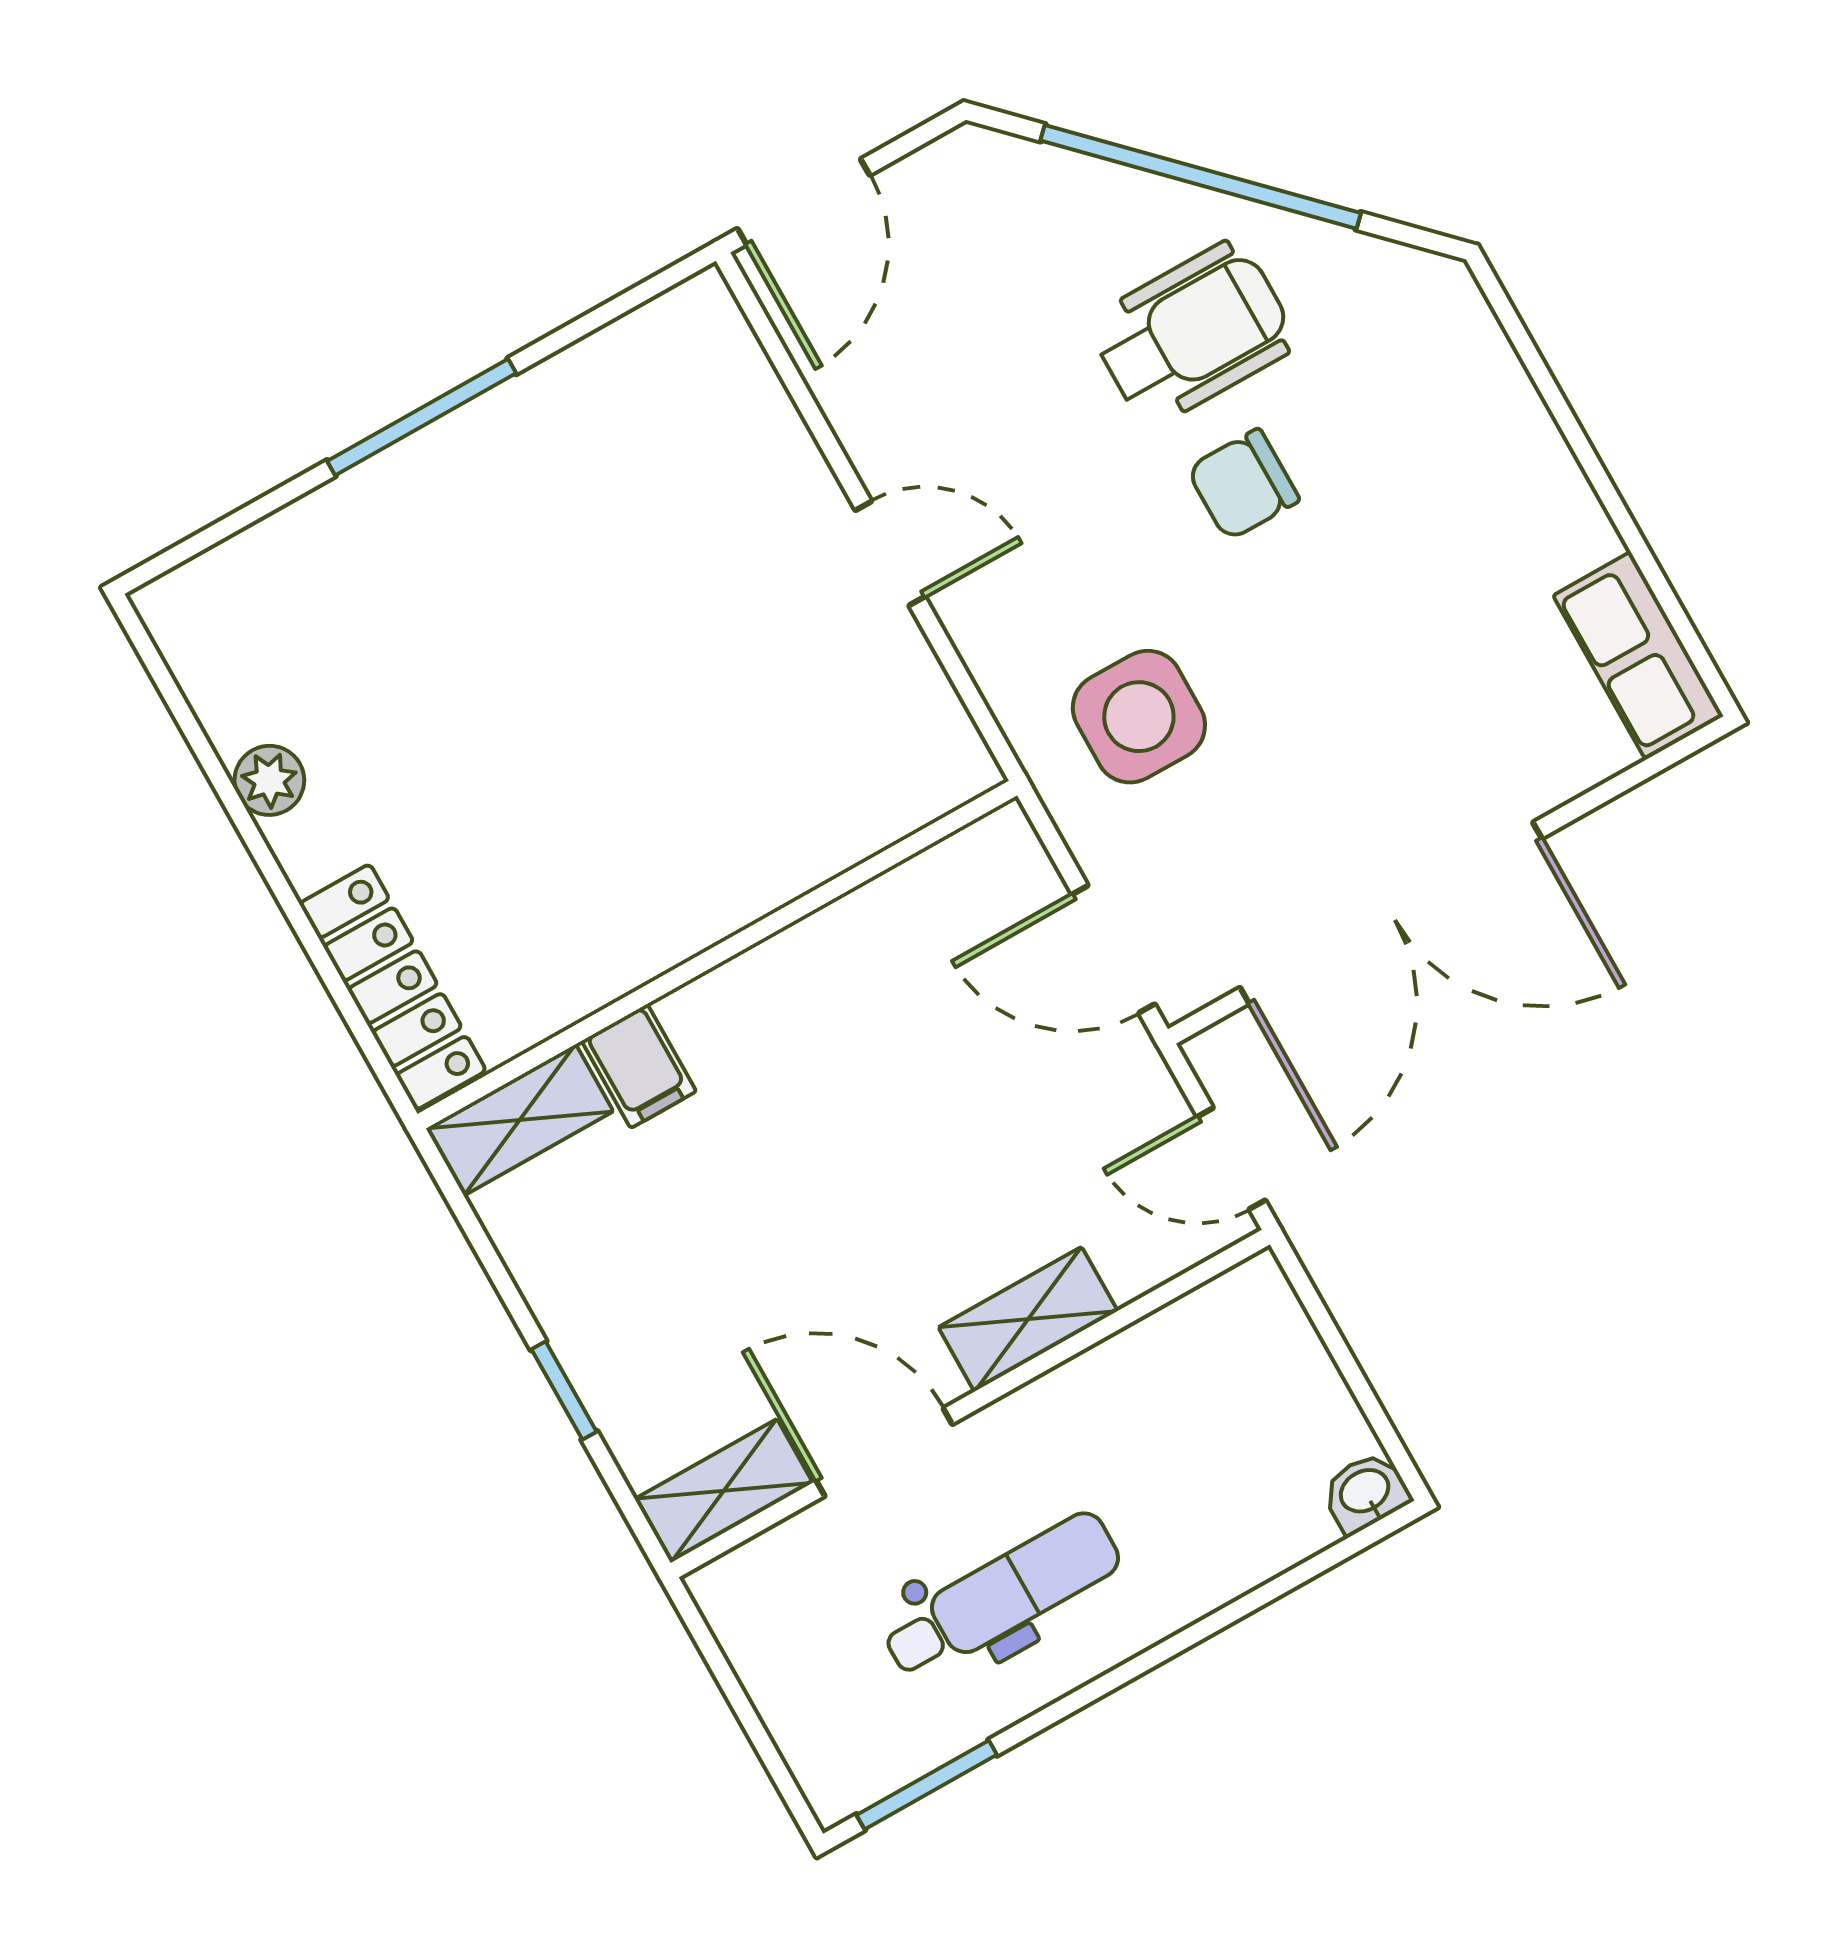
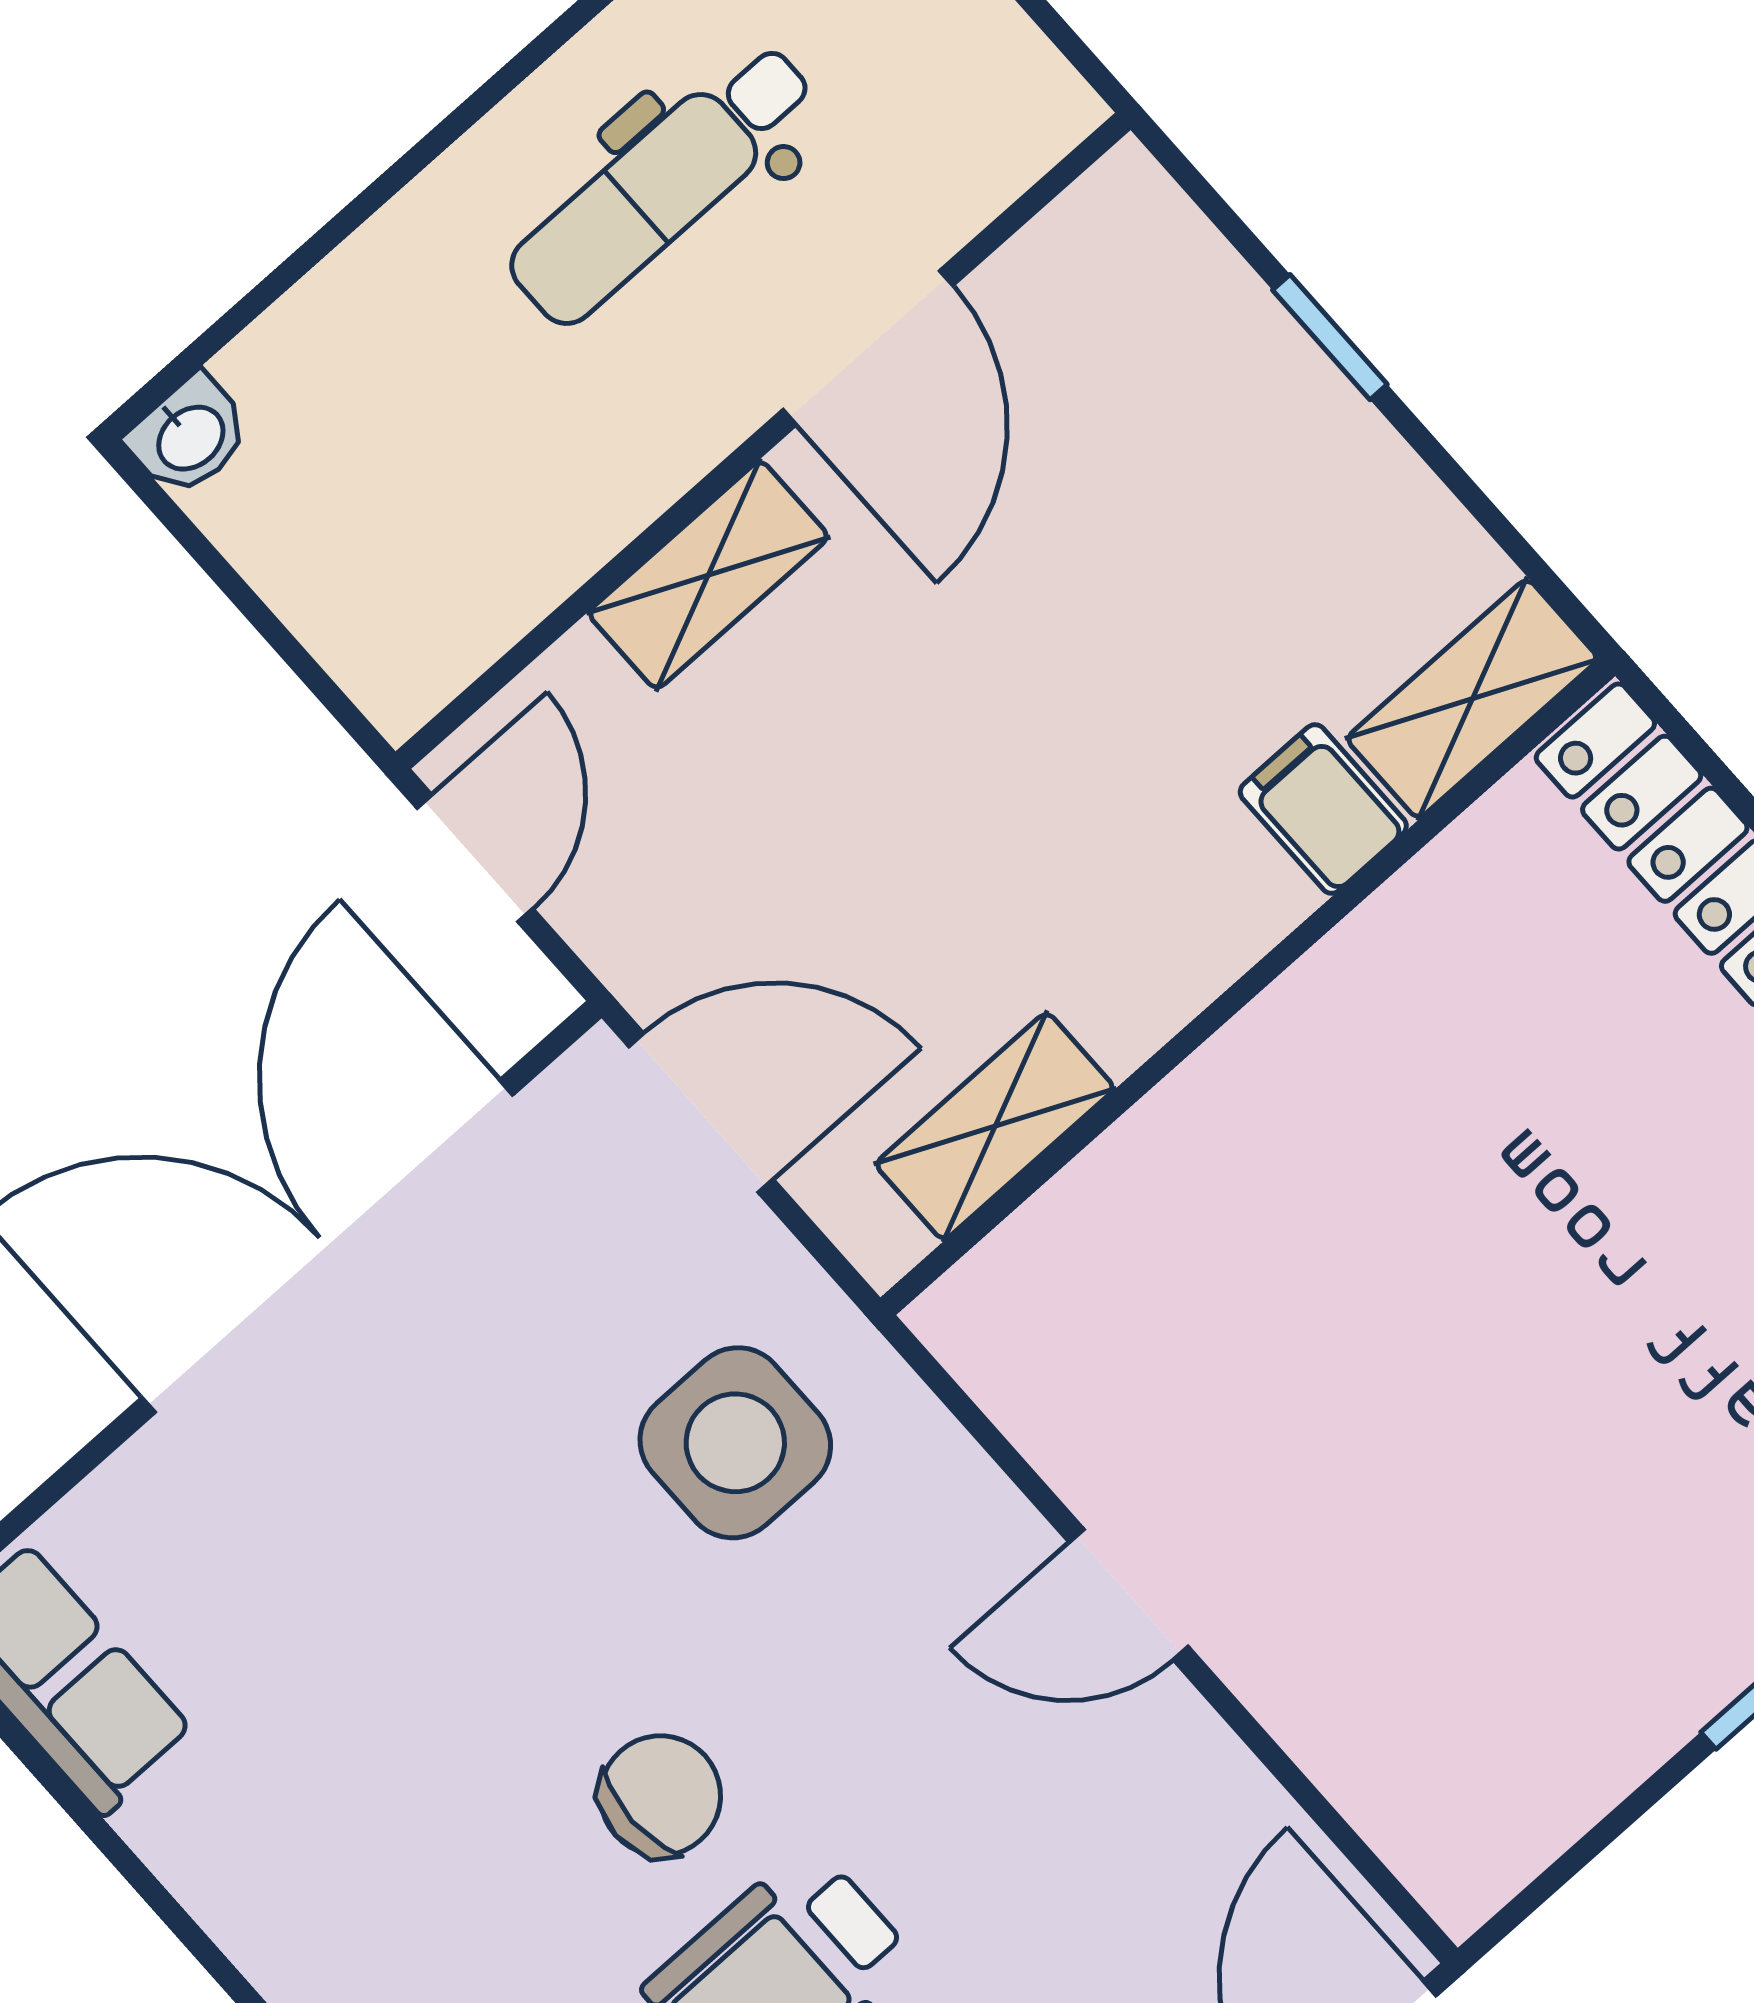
door: (1231, 1159) -> (475, 858), hinge flipped
door: (884, 1452) -> (868, 348), hinge flipped
shelving: (724, 1491) -> (995, 1126), moved

